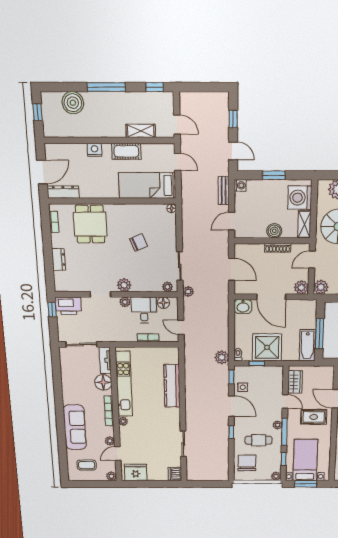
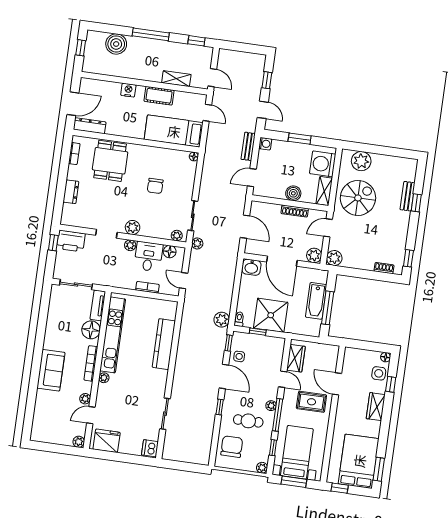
chair: (139, 243) -> (155, 186), turned 113
bathtub: (307, 345) -> (316, 301), moved
sofa: (75, 427) -> (51, 370), width x0.73
coffee table: (87, 465) -> (54, 424), removed

